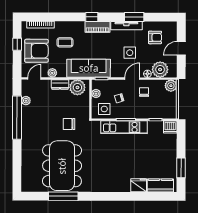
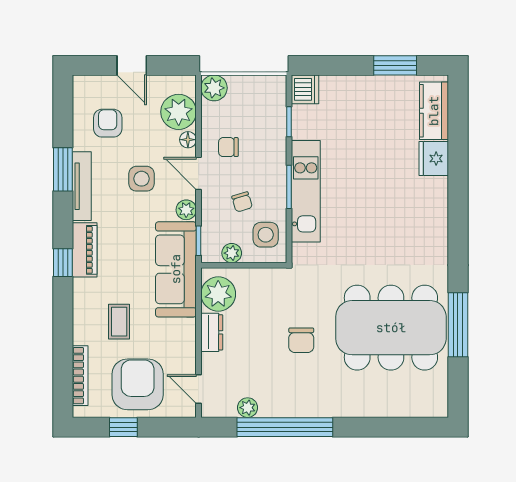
plant: (52, 73) -> (186, 210), moved
chair: (69, 124) -> (301, 340), moved

